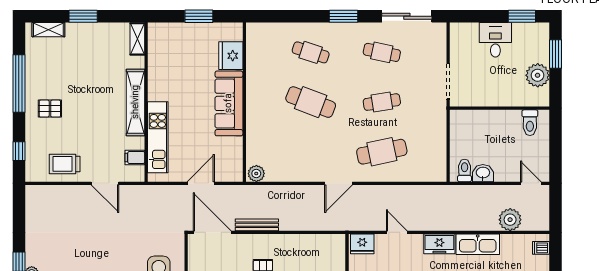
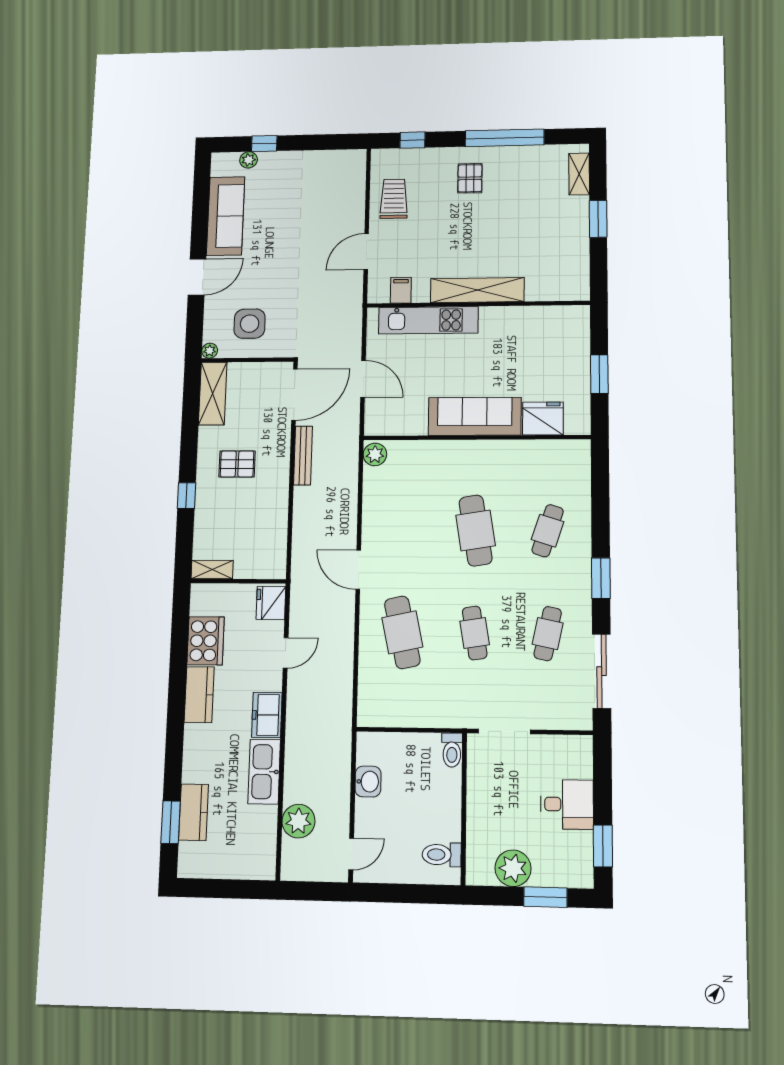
shelving: (137, 39) -> (567, 291), removed
cafe table: (311, 102) -> (476, 531), turned -30
toilet: (465, 170) -> (452, 750), moved, turned 90
dishwasher: (541, 248) -> (255, 867), removed

